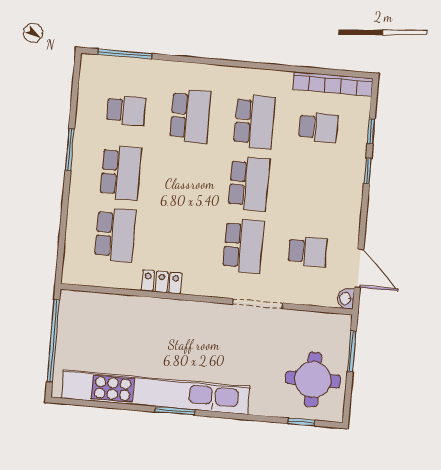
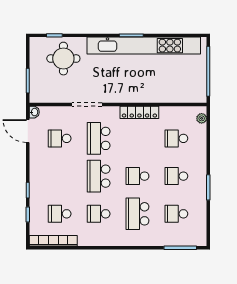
school desk: (254, 122) -> (99, 214), width x0.54
school desk: (121, 173) -> (176, 176), width x0.54
school desk: (185, 178) -> (138, 176), added
school desk: (115, 235) -> (176, 138), width x0.54
plant: (71, 264) -> (202, 118), added
locker: (162, 282) -> (139, 112), width x1.53
round table: (313, 379) -> (63, 59), moved

